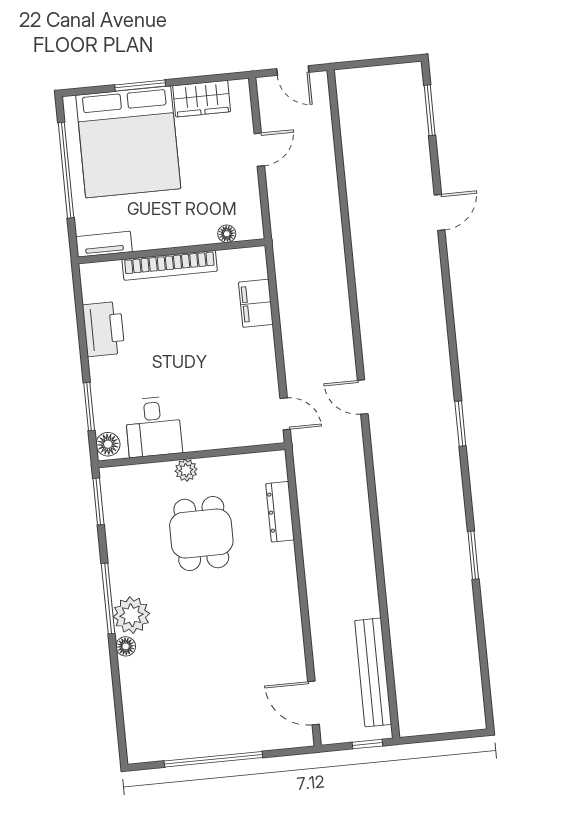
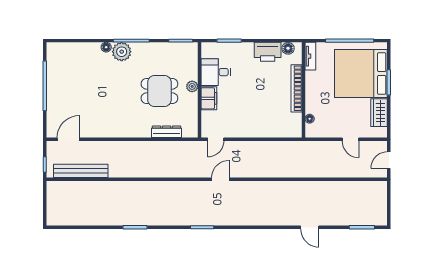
filing cabinet: (256, 303) -> (209, 98), moved, turned 90
floor lamp: (108, 444) -> (288, 48), moved

